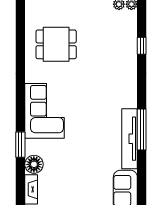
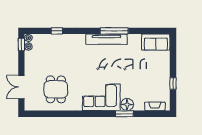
tv unit: (130, 139) -> (107, 39), moved
floor lamp: (34, 164) -> (127, 105), moved

